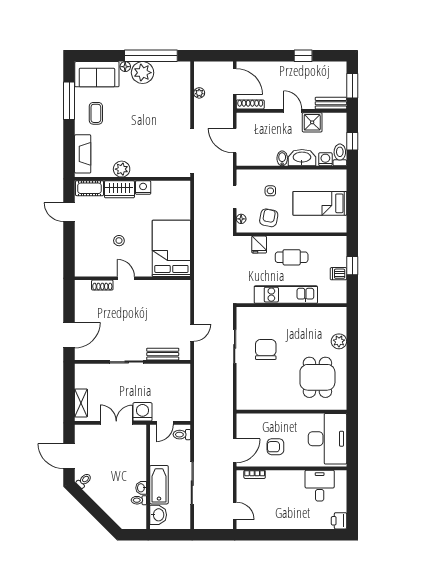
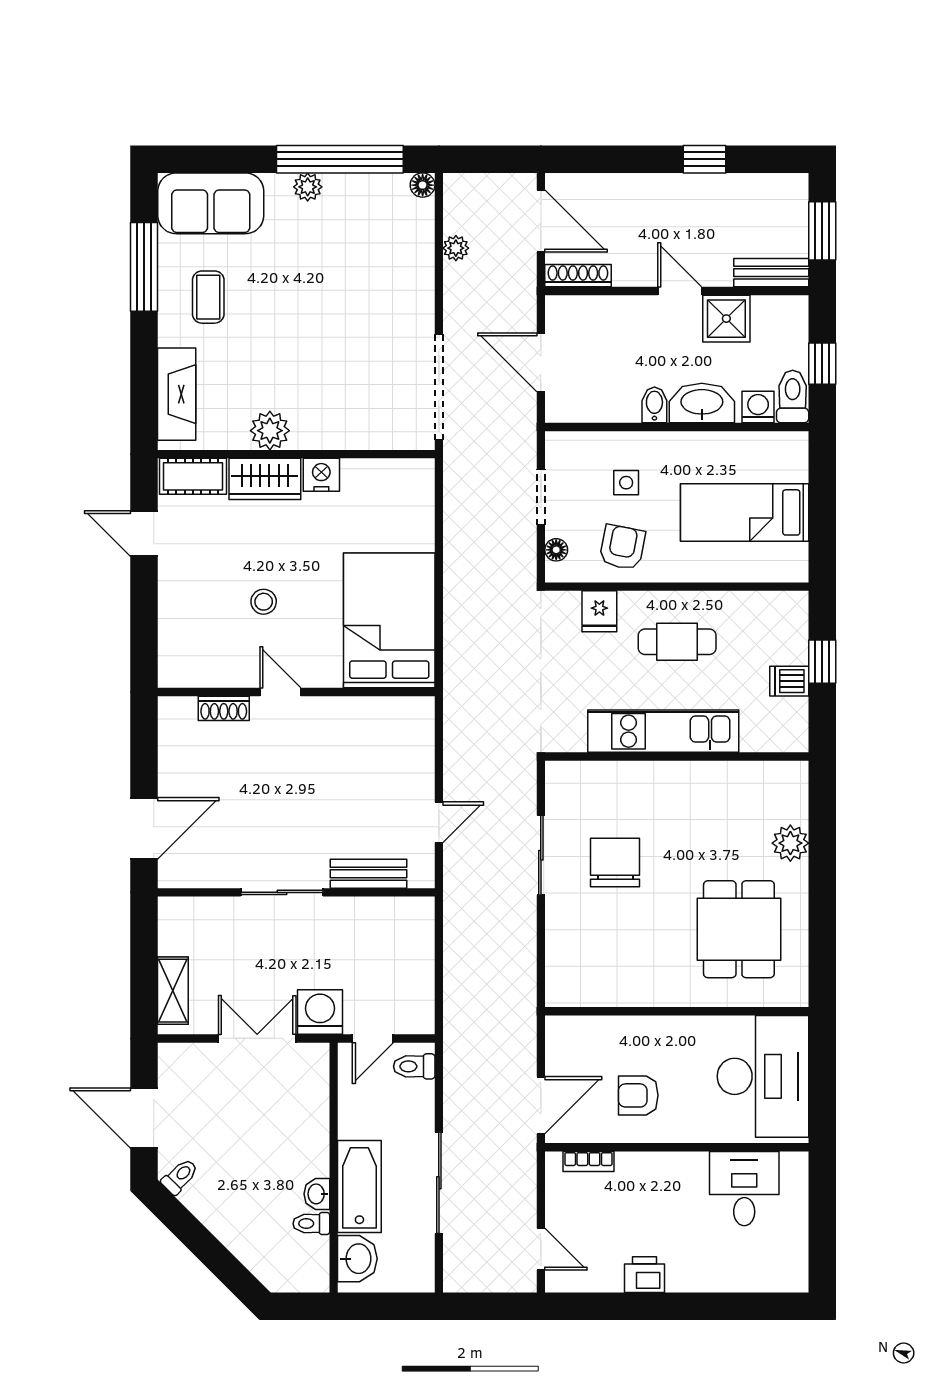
floor lamp: (125, 67) -> (423, 185), moved
plant: (143, 73) -> (308, 187), width x0.53, depth x0.53
printer: (339, 521) -> (644, 1275), moved, turned 90

